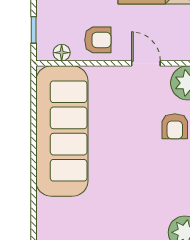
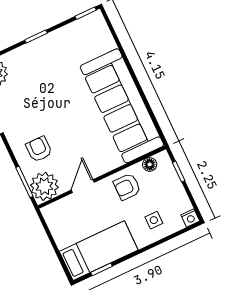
door: (146, 63) -> (83, 186), swing flipped

